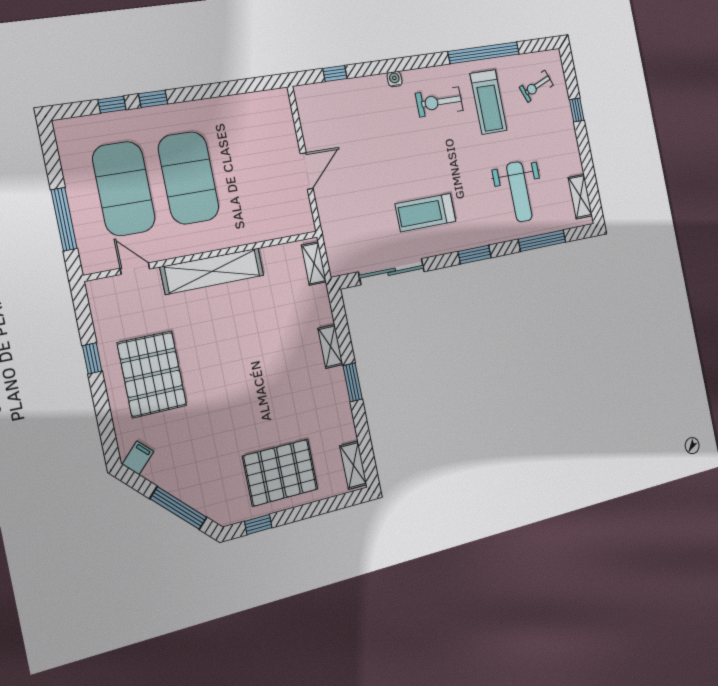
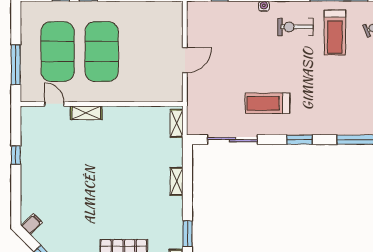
weight bench: (519, 192) -> (346, 101), removed
shelving: (212, 271) -> (86, 113), width x0.45, depth x0.75
pallet: (152, 374) -> (52, 173), removed
window: (353, 382) -> (187, 234), moved

